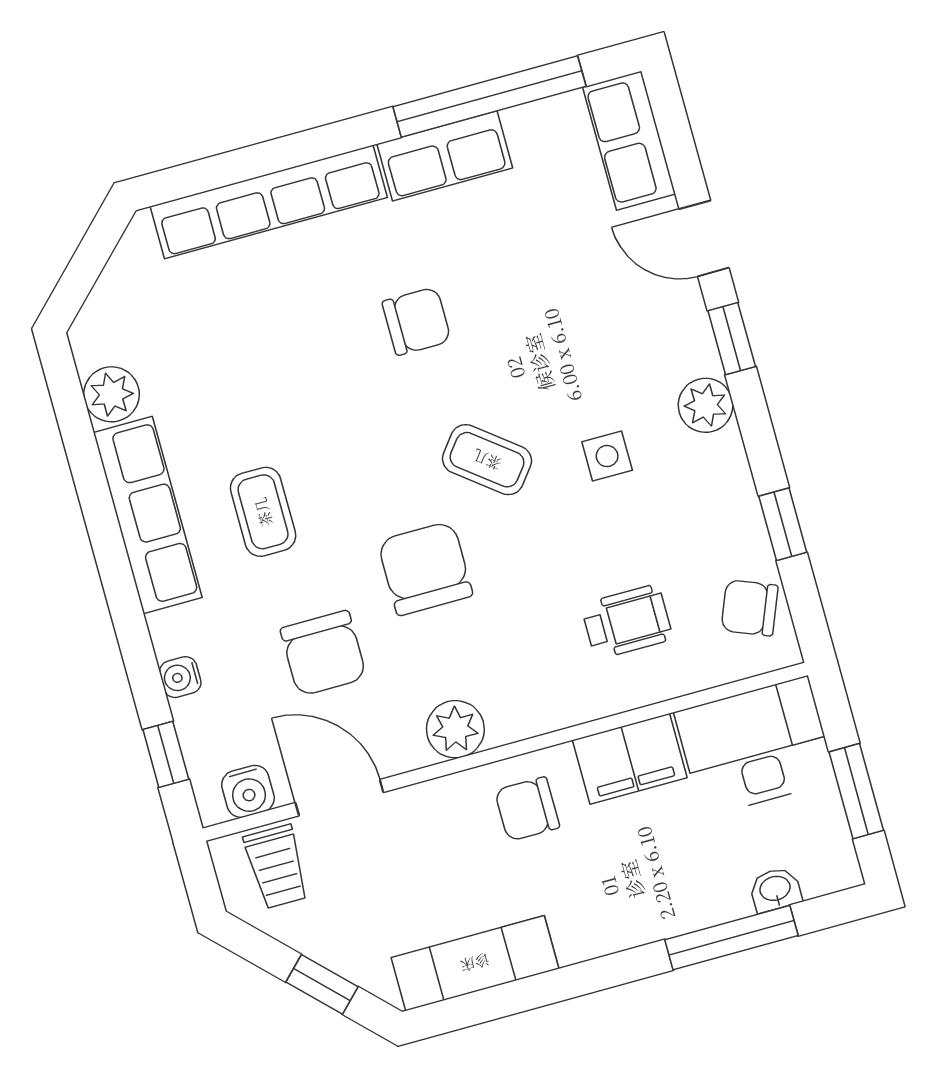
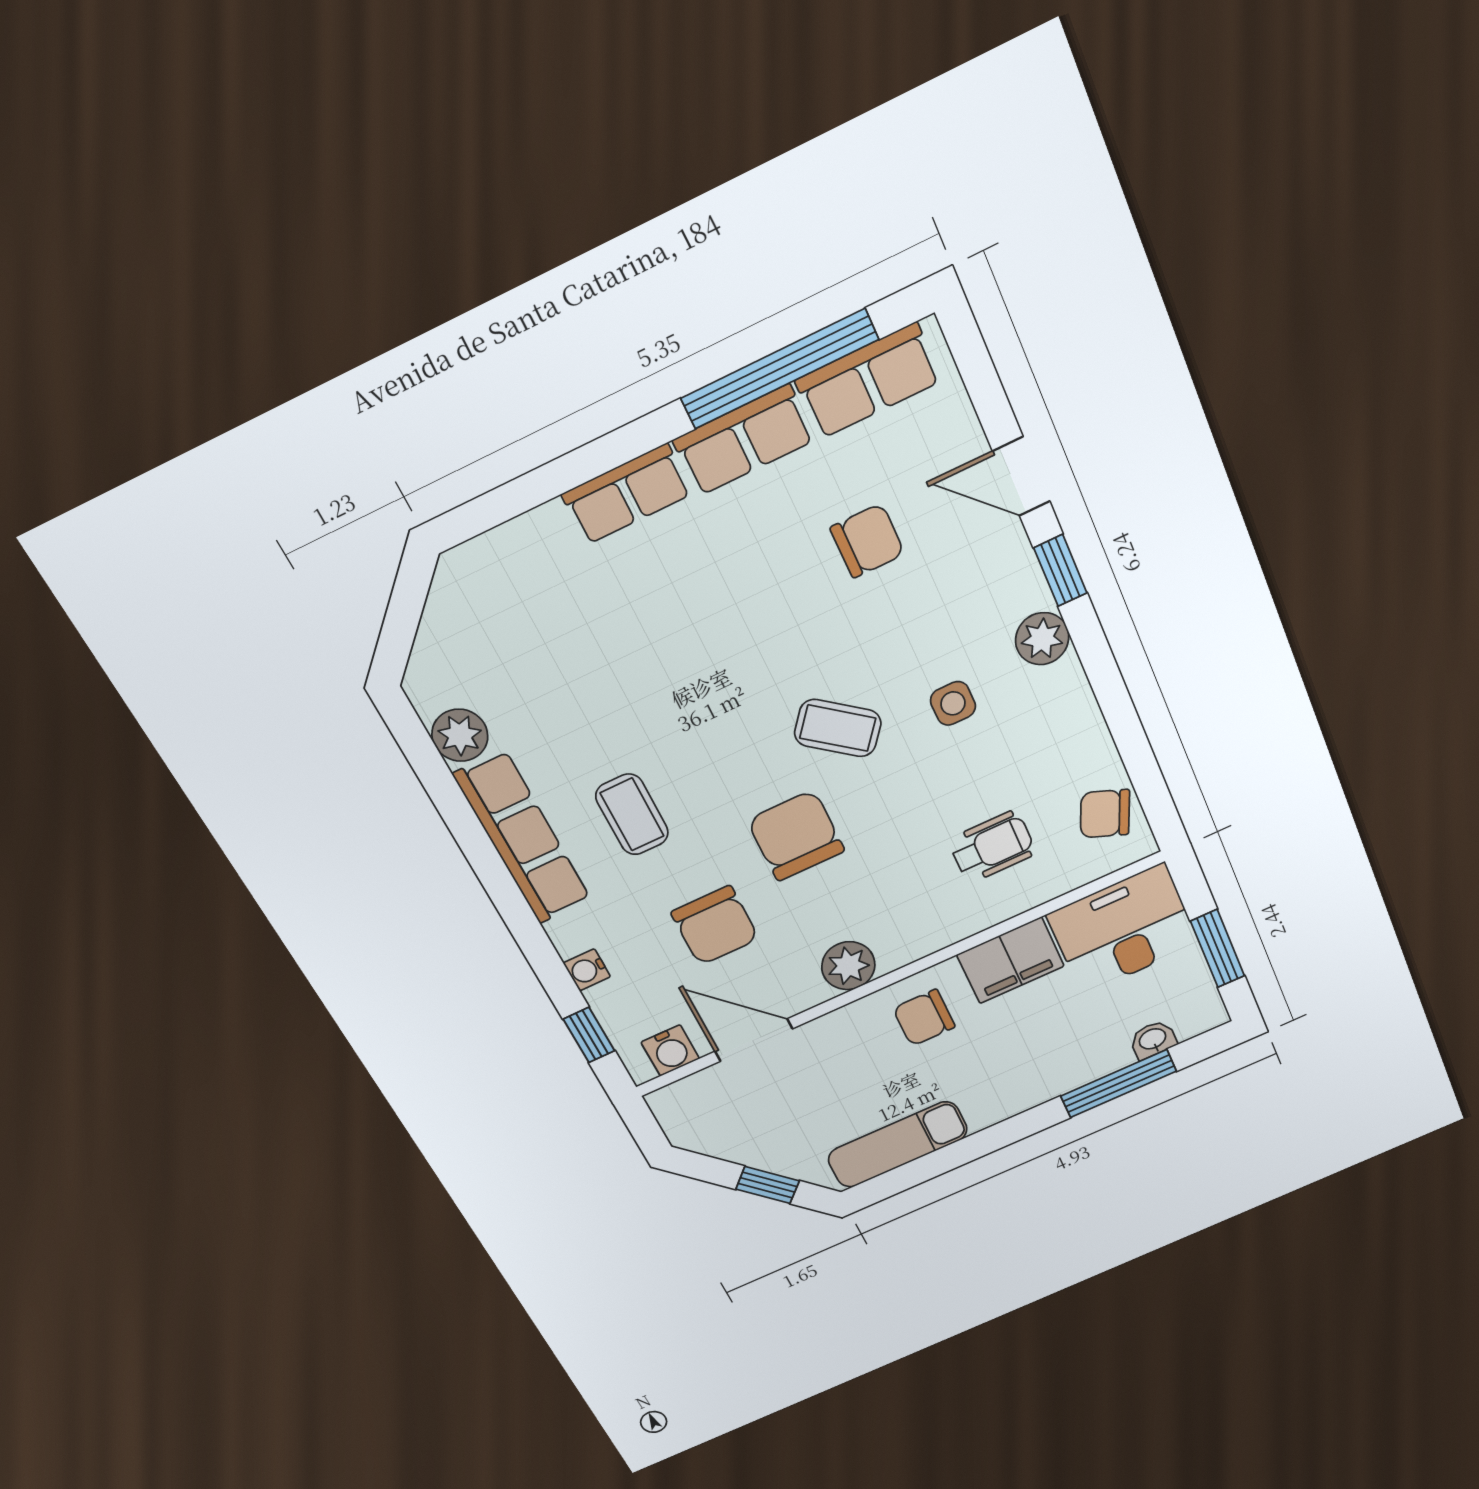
row of seats: (629, 141) -> (868, 381), moved, turned -90
row of seats: (269, 202) -> (627, 494), width x0.50
chair: (417, 321) -> (867, 541), moved
window: (783, 524) -> (1128, 734), removed
trolley: (277, 867) -> (709, 1104), removed

